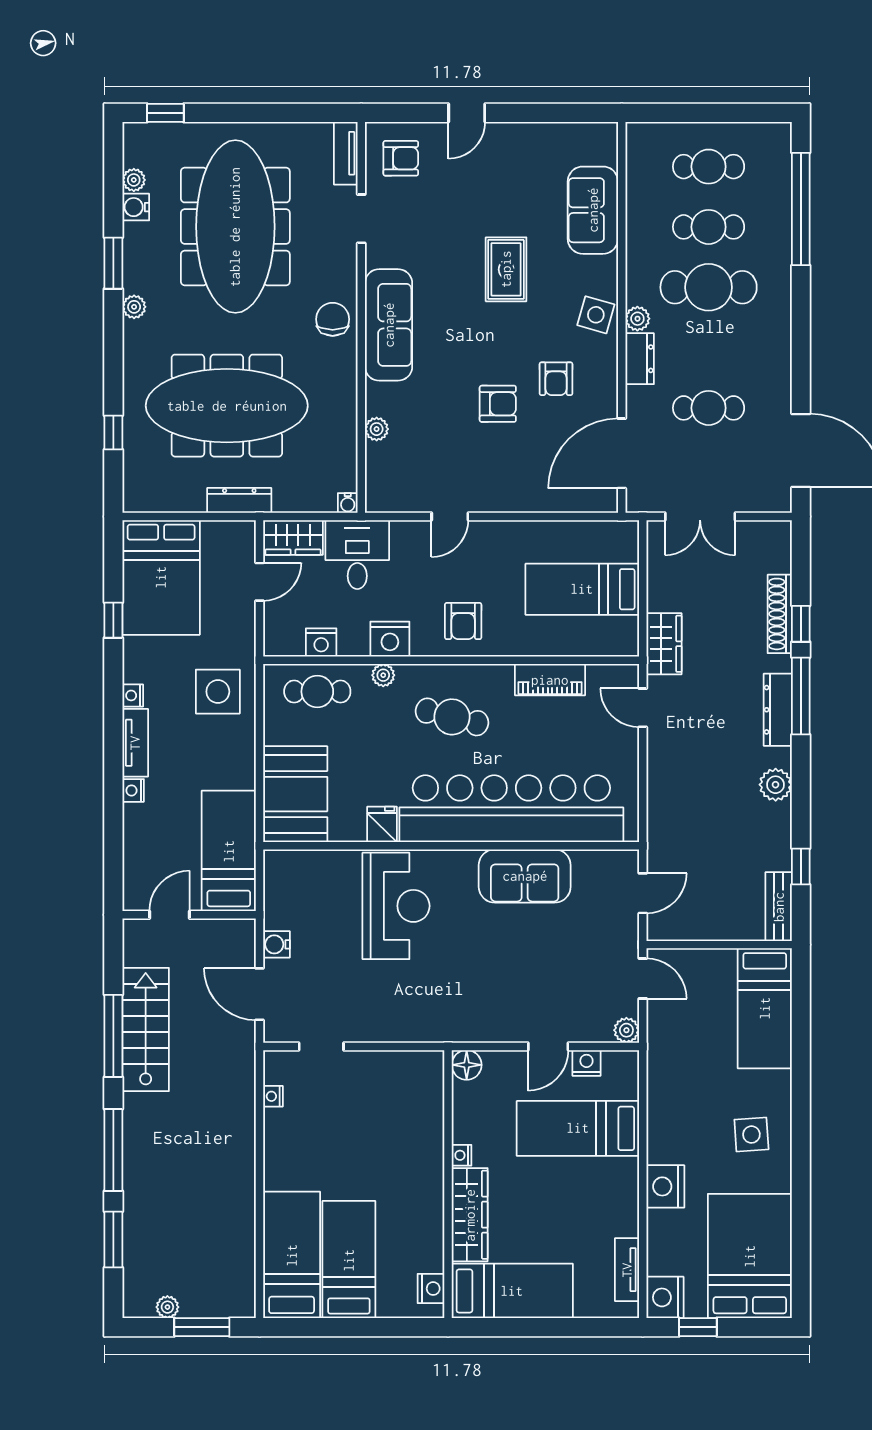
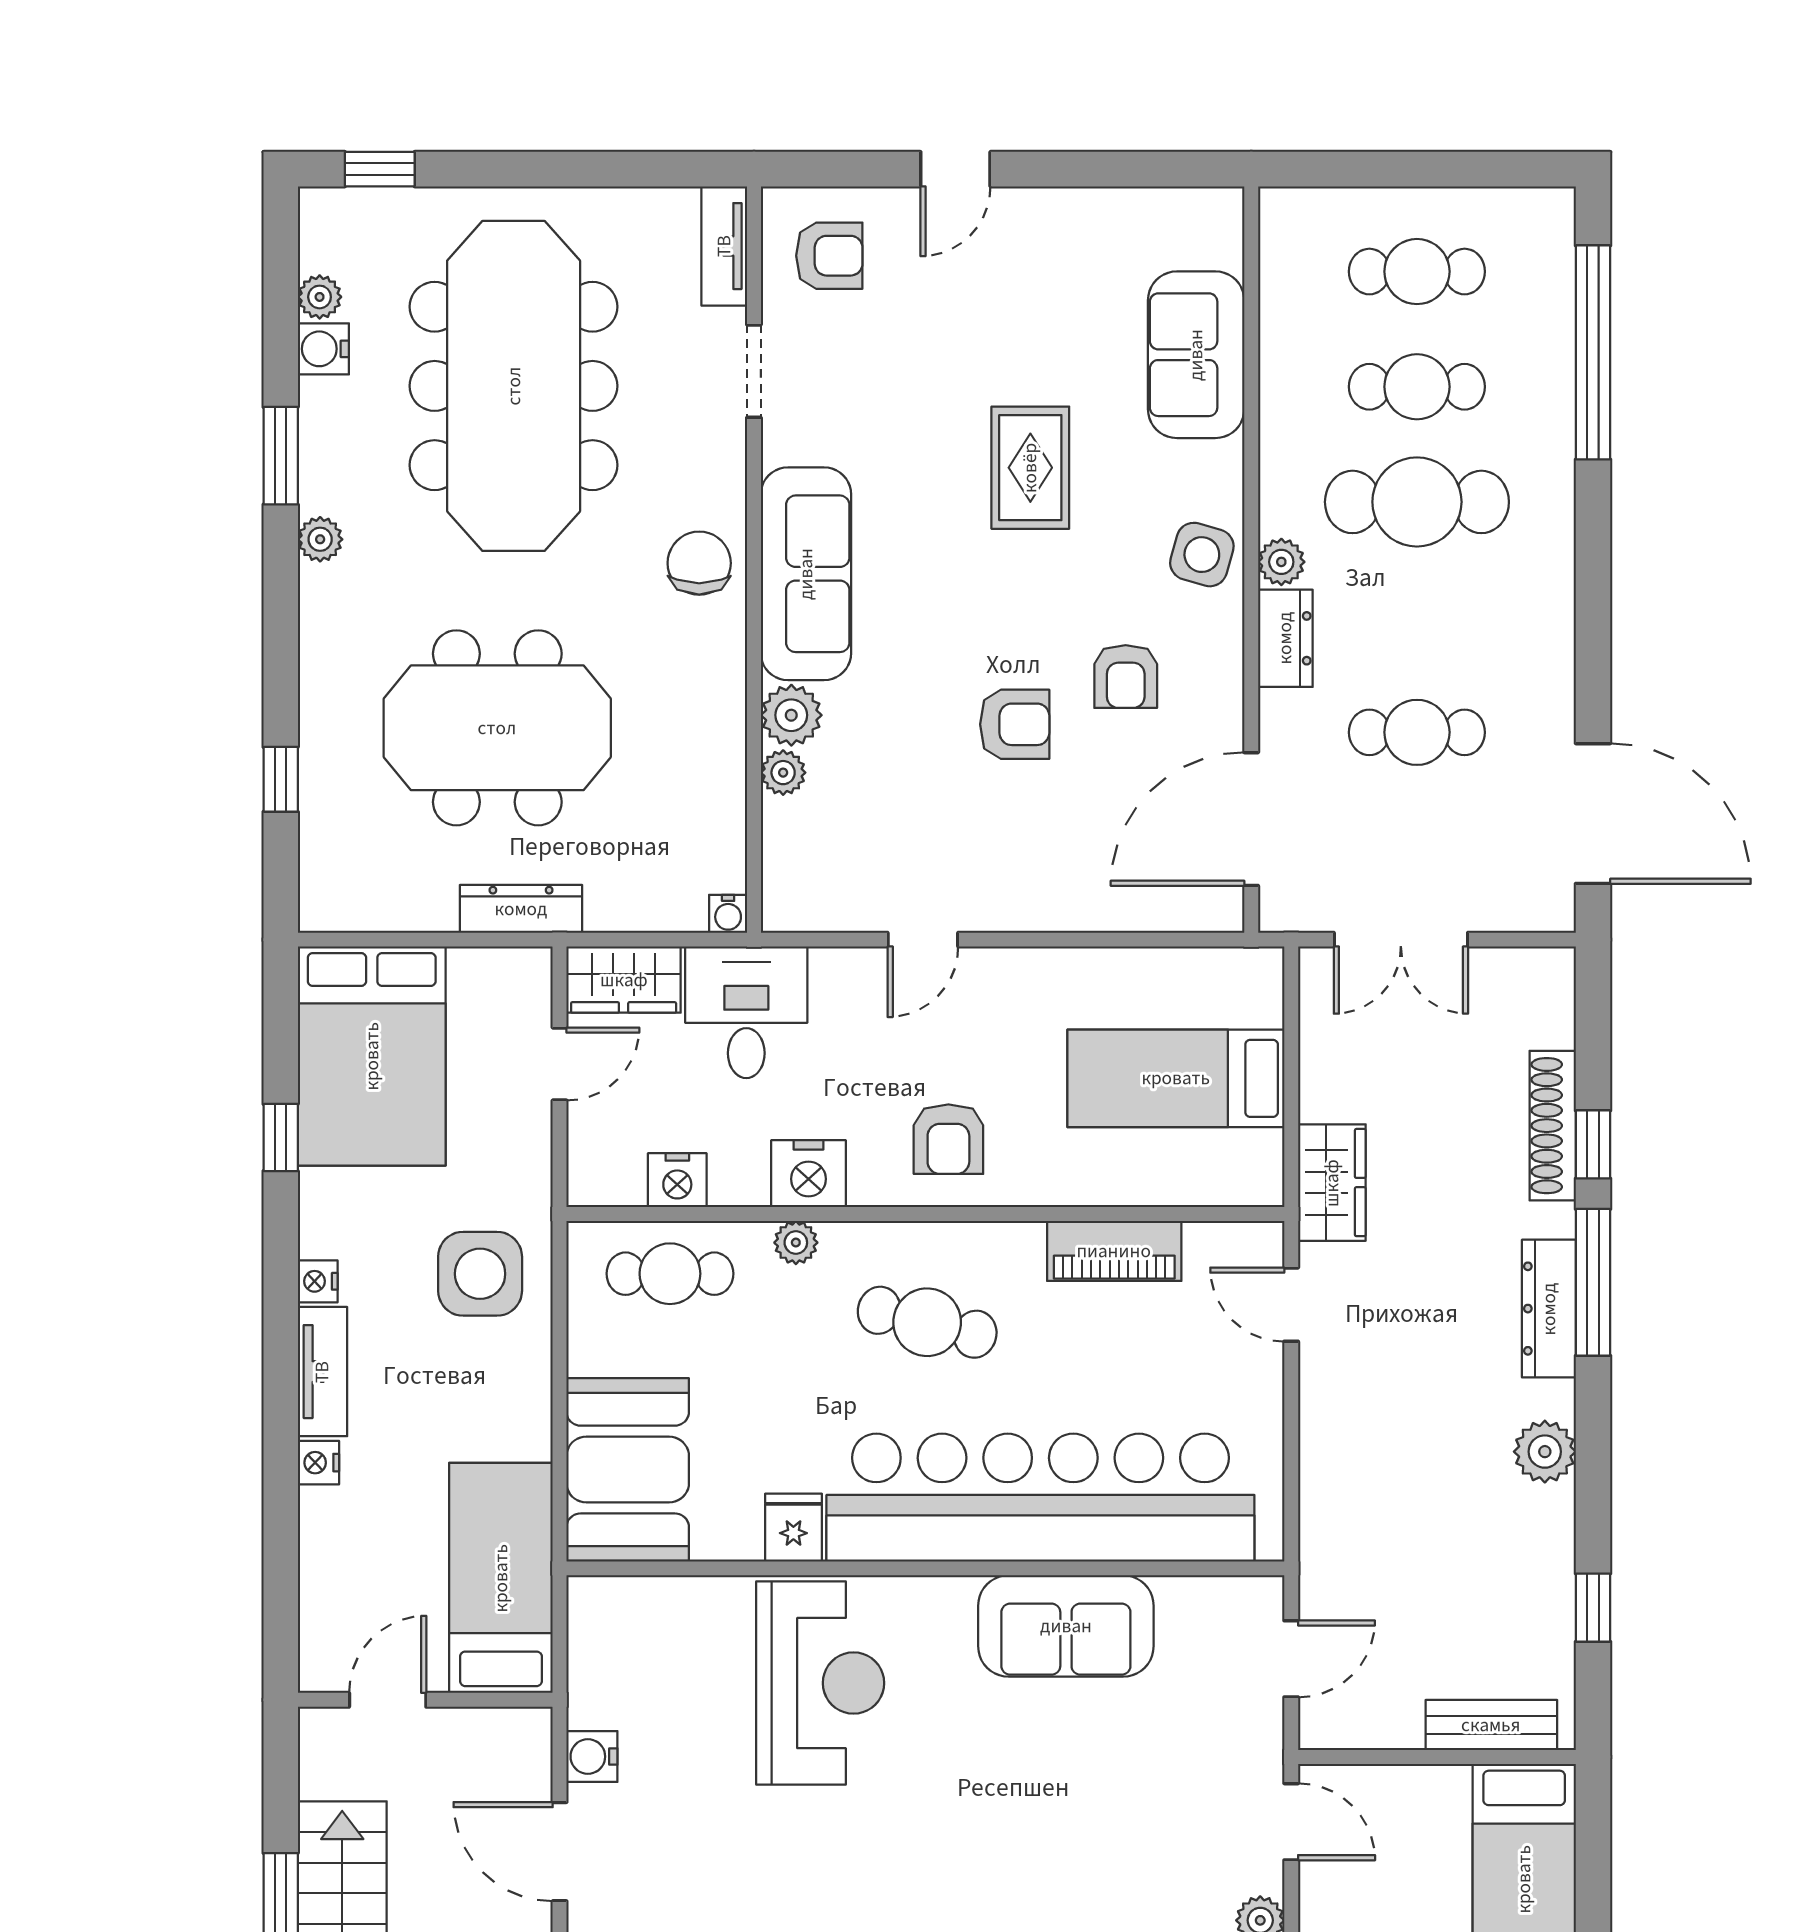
plant: (381, 399) -> (791, 715), added
meeting table: (227, 406) -> (497, 728), width x0.73
bench: (779, 907) -> (1491, 1725), moved, turned 90

